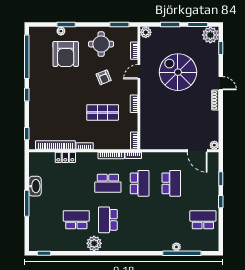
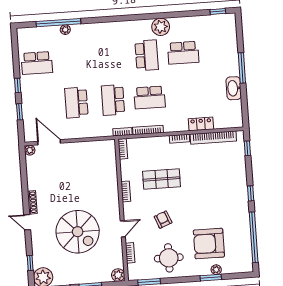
armchair: (66, 54) -> (209, 244), turned -90
school desk: (108, 183) -> (150, 97), turned 180

